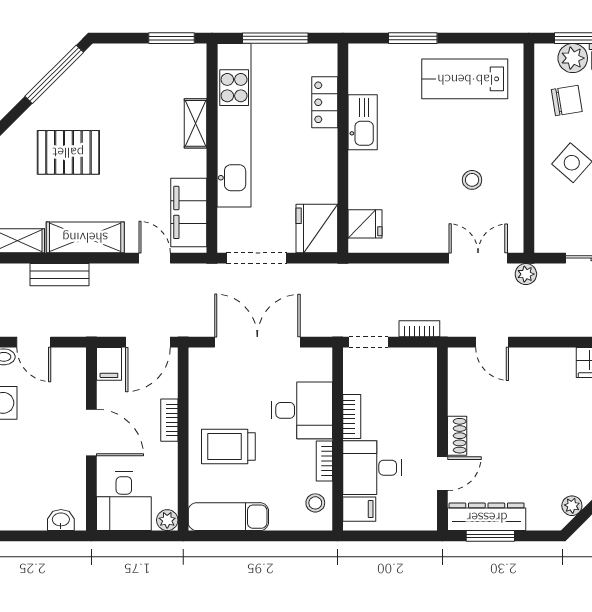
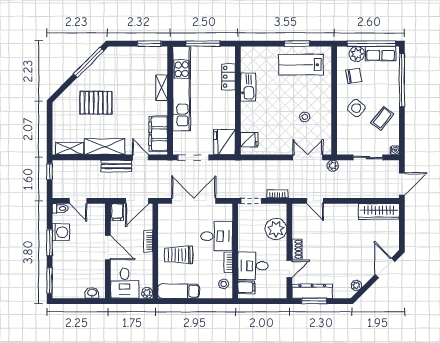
window: (413, 38) -> (297, 44), moved
bench: (59, 275) -> (116, 166), moved
plant: (416, 397) -> (276, 229), added
bookcase: (352, 417) -> (242, 239), removed

